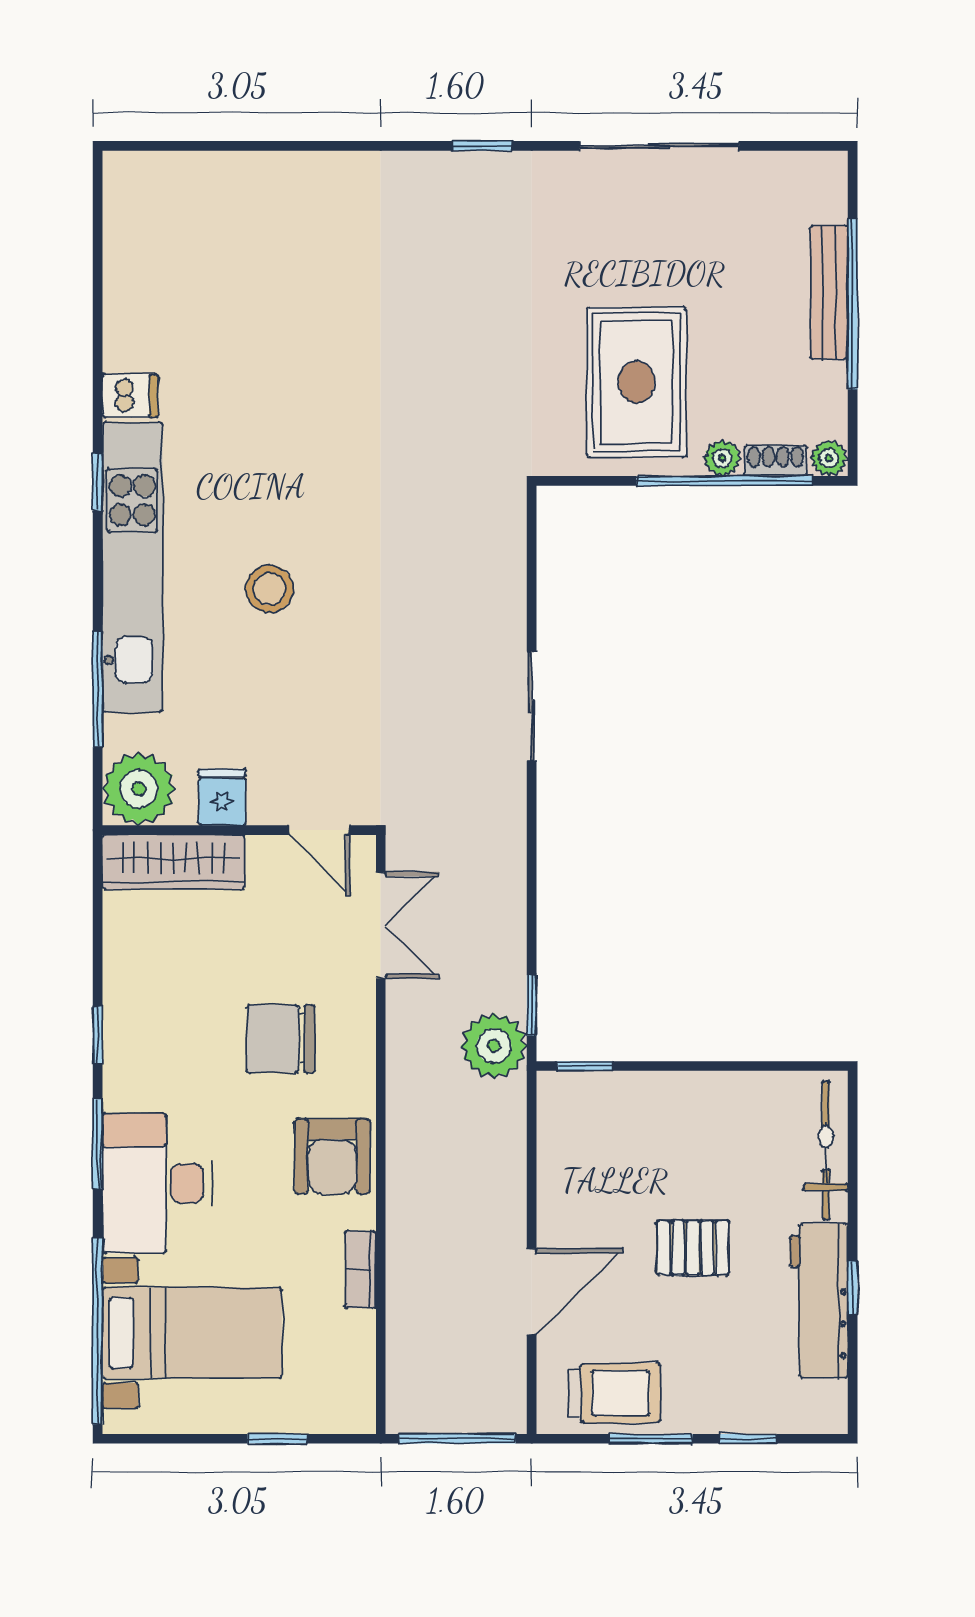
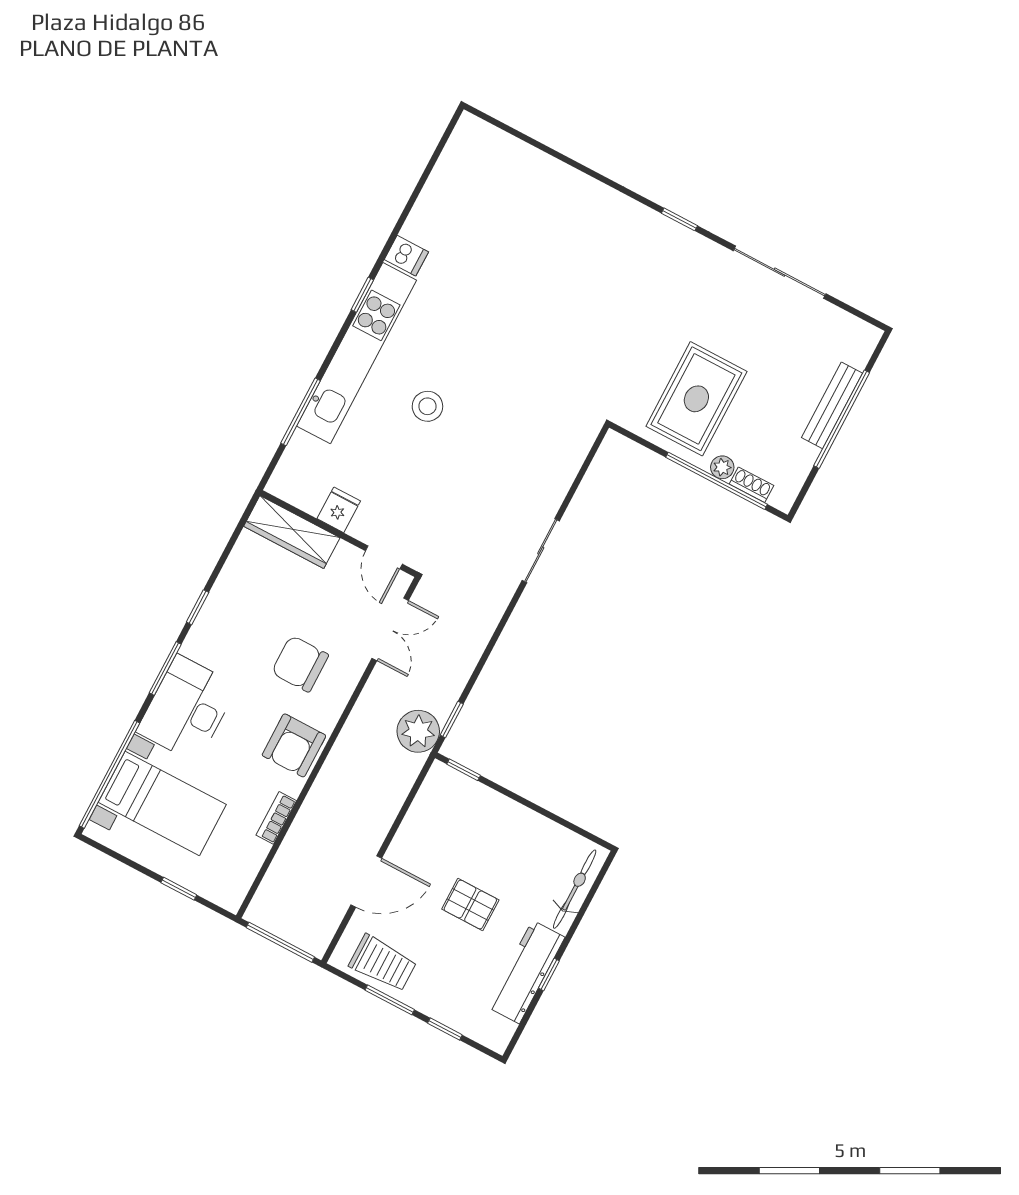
plant: (829, 458) -> (782, 499), removed
plant: (139, 789) -> (294, 480), removed

